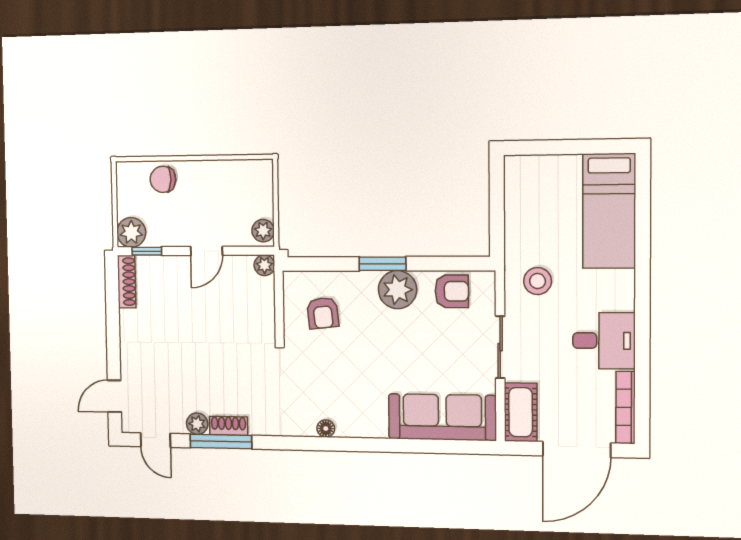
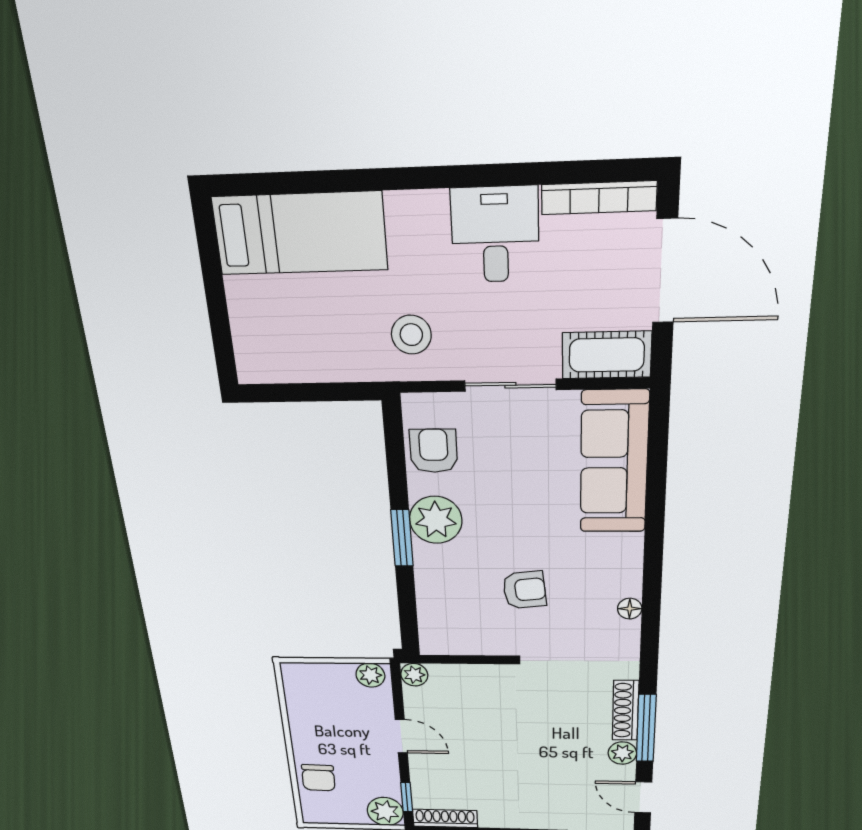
armchair: (323, 313) -> (524, 590), moved
shoe rack: (229, 426) -> (626, 710), width x1.43
door: (155, 440) -> (643, 797), swing flipped

